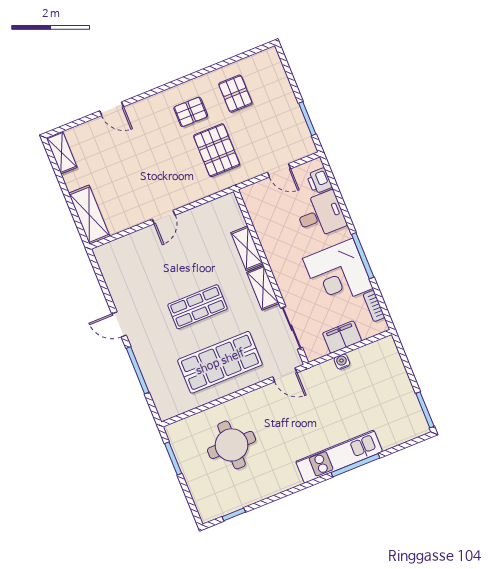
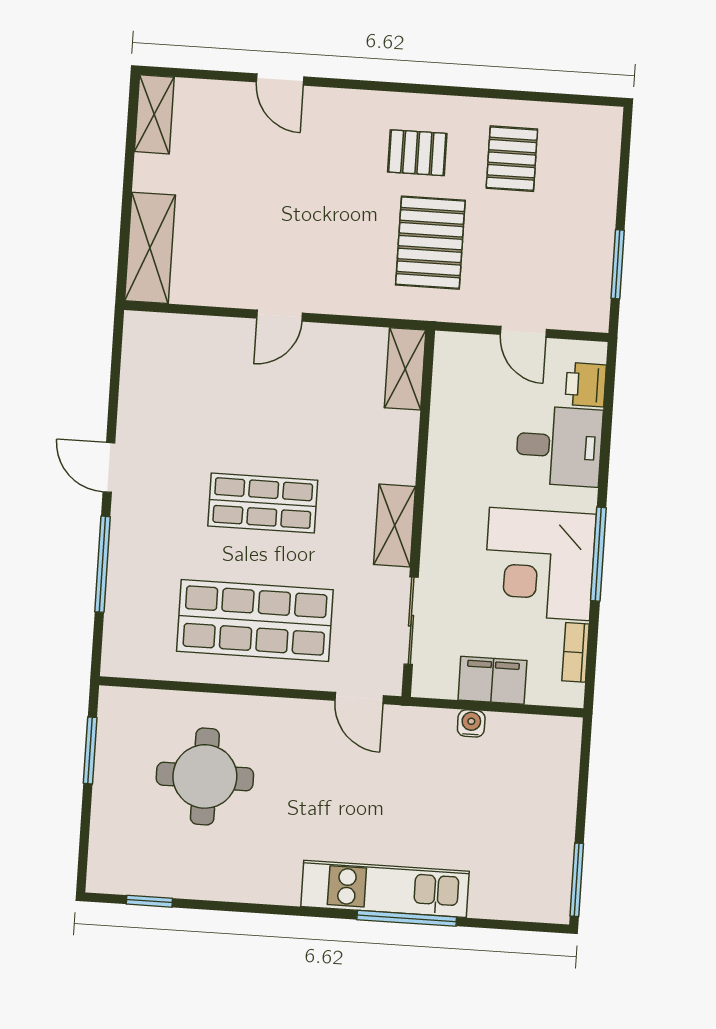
shelving: (247, 248) -> (405, 369), moved

